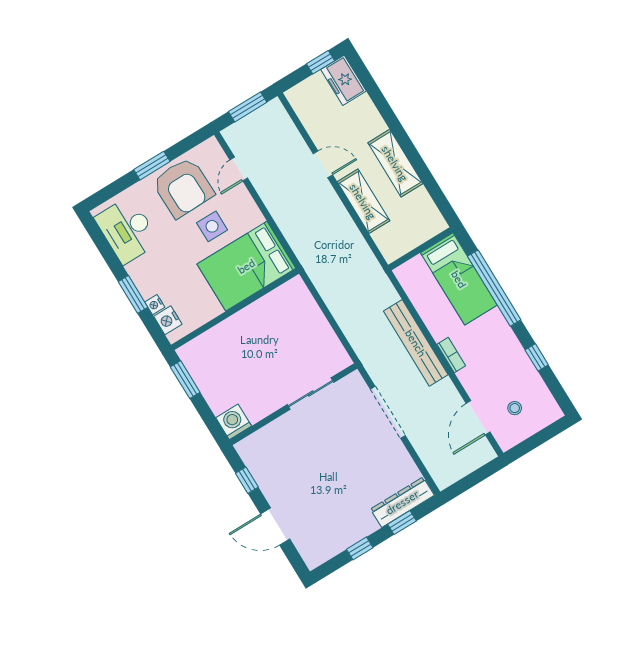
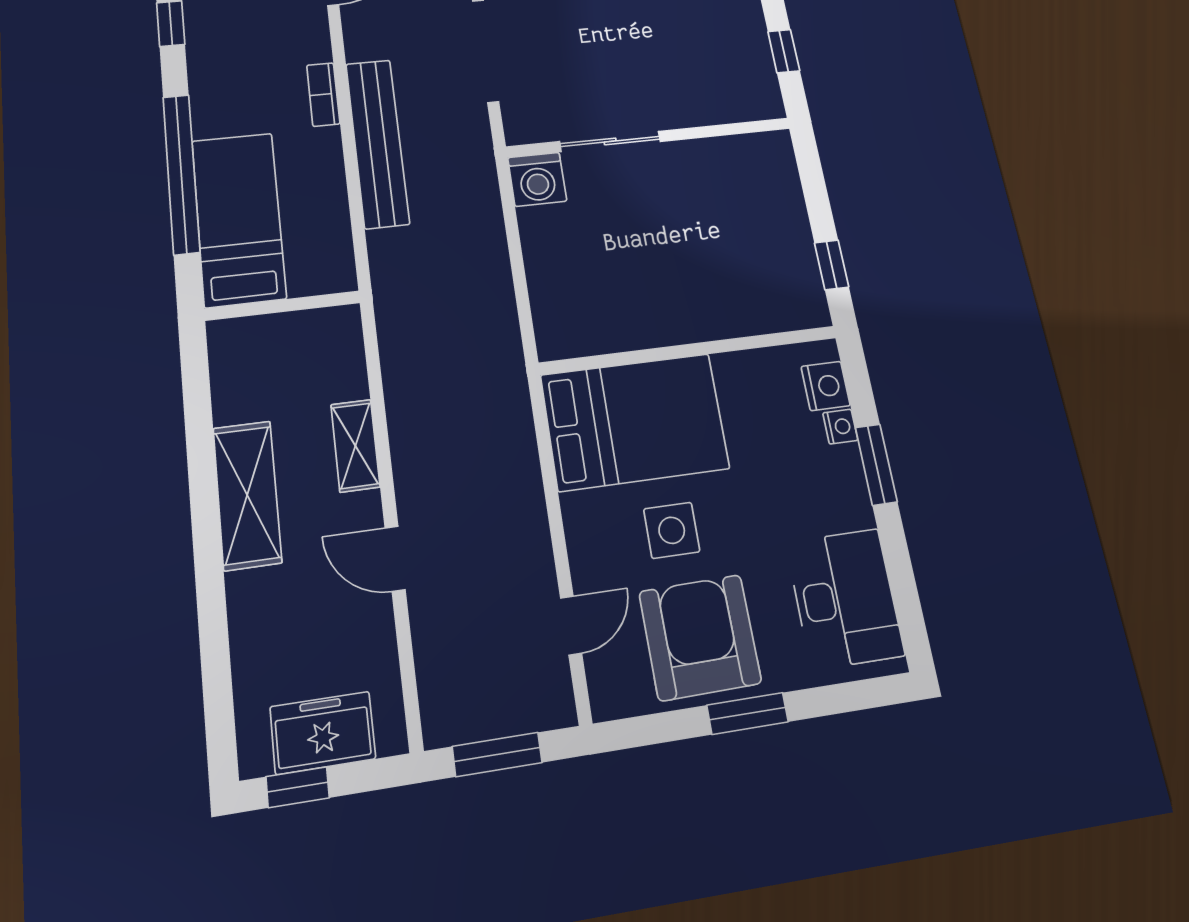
freezer: (343, 80) -> (323, 733), moved, turned -90
shelving: (363, 201) -> (355, 446), width x0.67, depth x0.75
window: (185, 380) -> (832, 265), width x0.67
washing machine: (234, 422) -> (537, 179), moved

